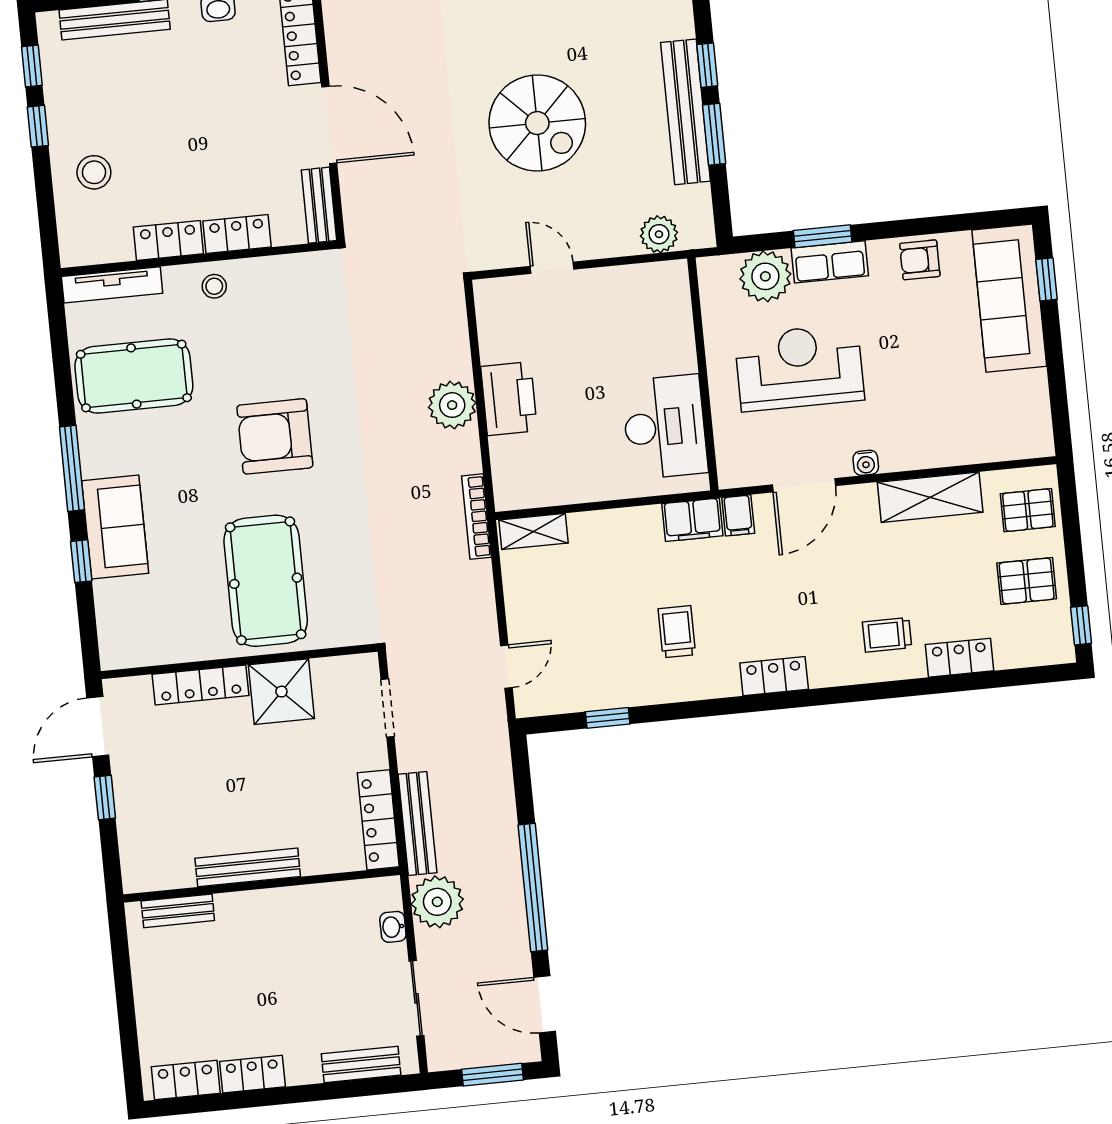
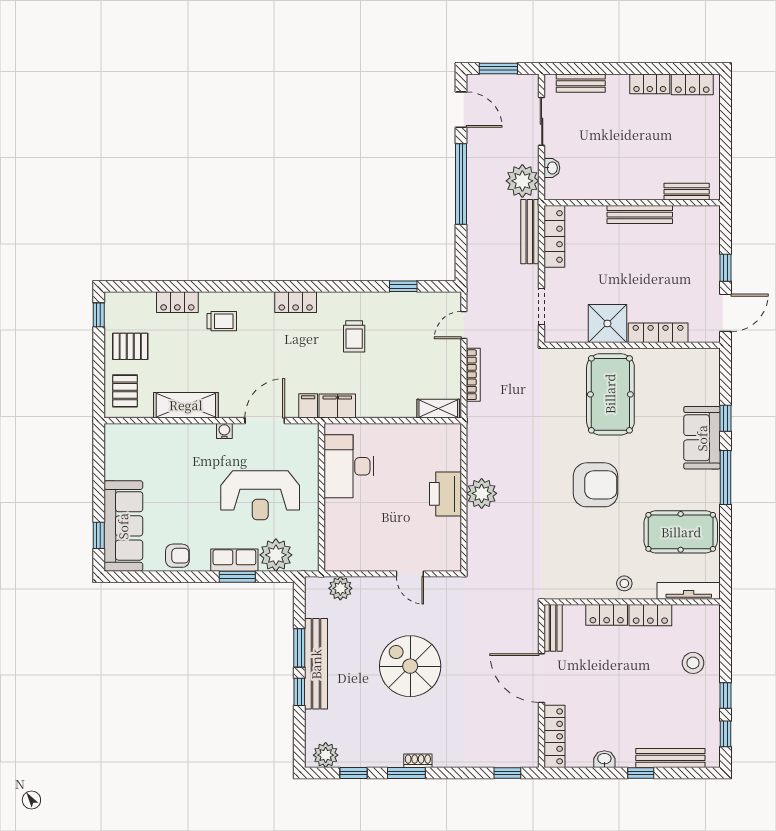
pallet: (1028, 510) -> (125, 391), turned 90
bookcase: (477, 517) -> (473, 375), moved

